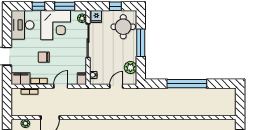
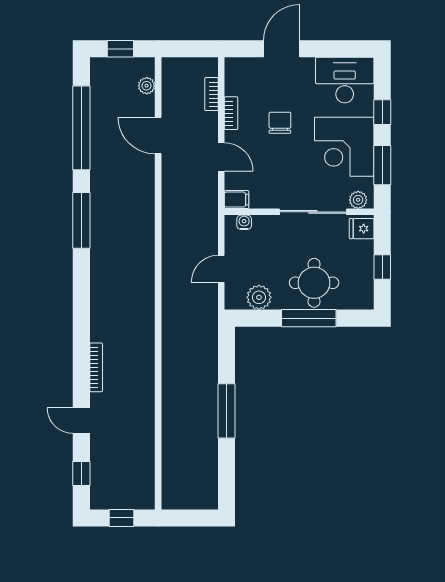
round table: (123, 27) -> (314, 283), moved
filing cabinet: (21, 79) -> (237, 77), removed
window: (187, 84) -> (227, 411), width x0.68
door: (116, 86) -> (221, 269), swing flipped

